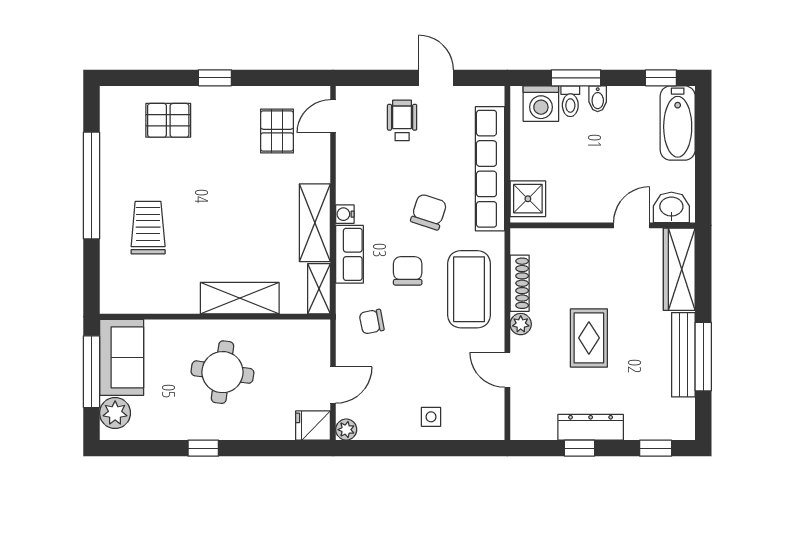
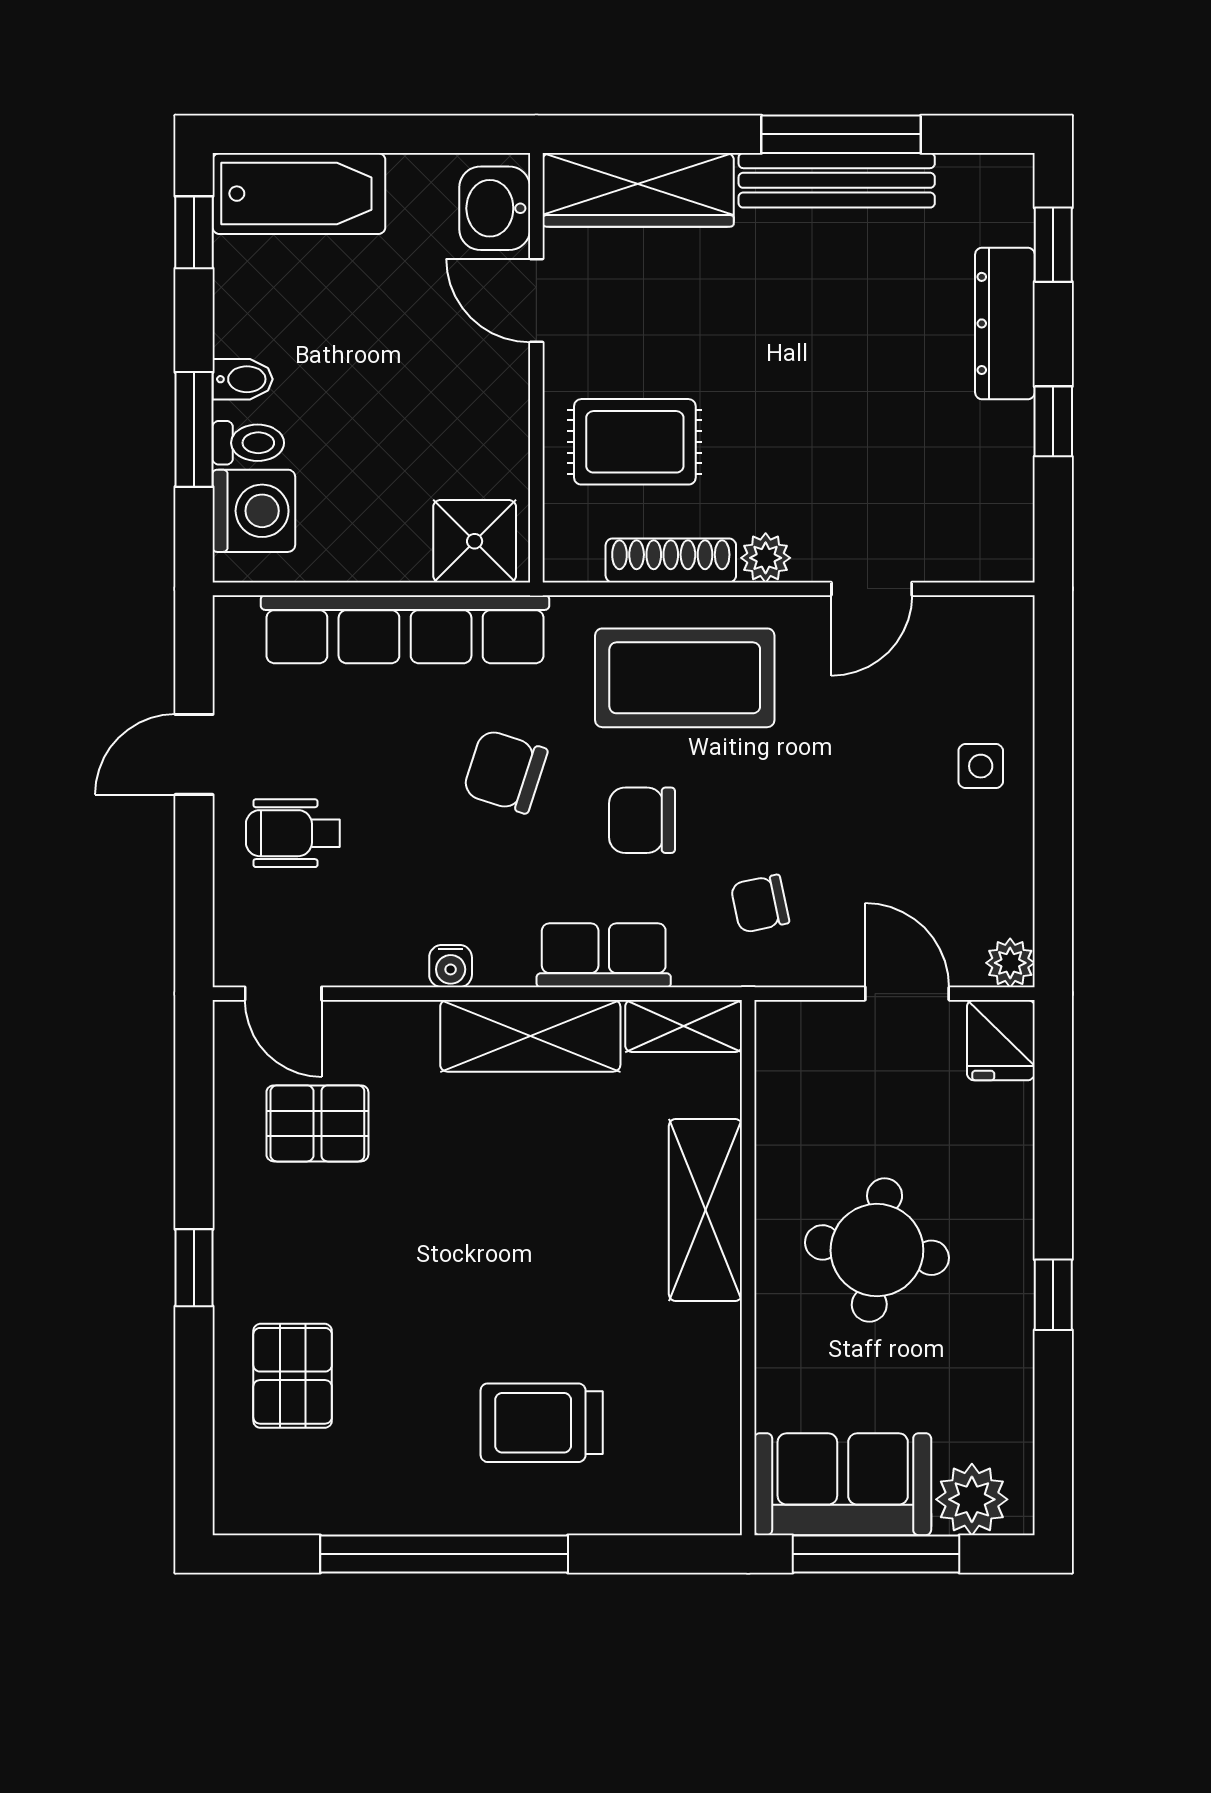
water cooler: (345, 214) -> (451, 966), moved
chair: (372, 322) -> (760, 904), turned 89
rug: (589, 338) -> (635, 442), moved
dresser: (591, 427) -> (1005, 323), moved

